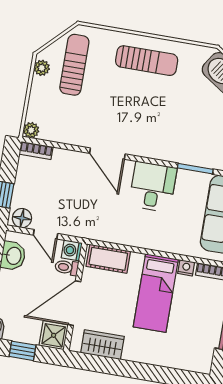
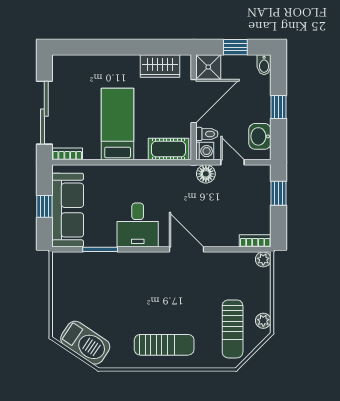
sun lounger: (147, 61) -> (164, 345), turned 180
floor lamp: (22, 218) -> (206, 174), moved
nightstand: (186, 268) -> (93, 153), removed

